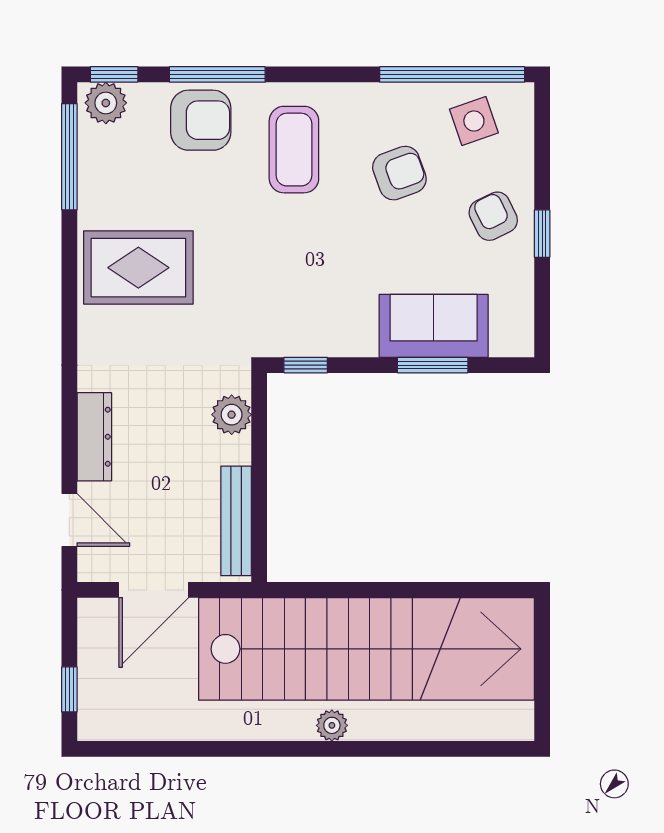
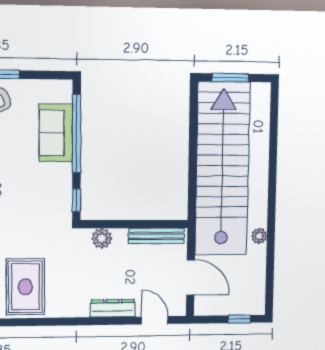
window: (433, 365) -> (77, 134), width x2.11
door: (69, 520) -> (155, 320), hinge flipped
window: (542, 661) -> (230, 78), added
plant: (332, 725) -> (259, 236), moved

